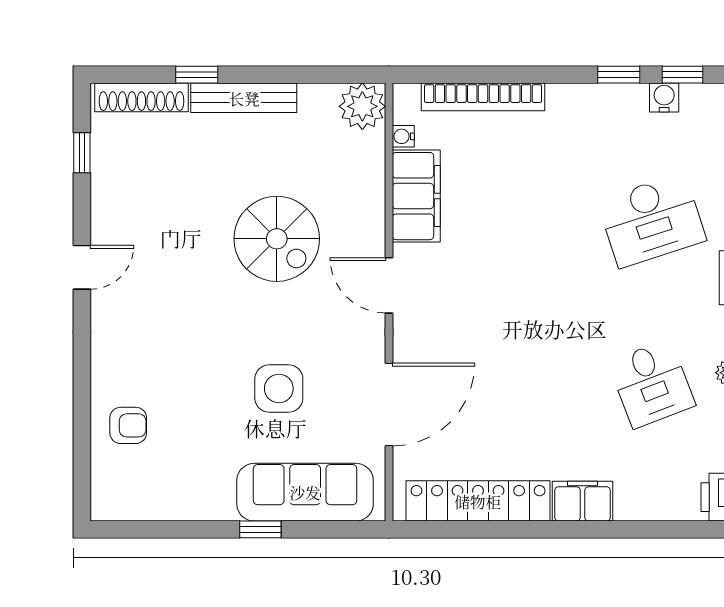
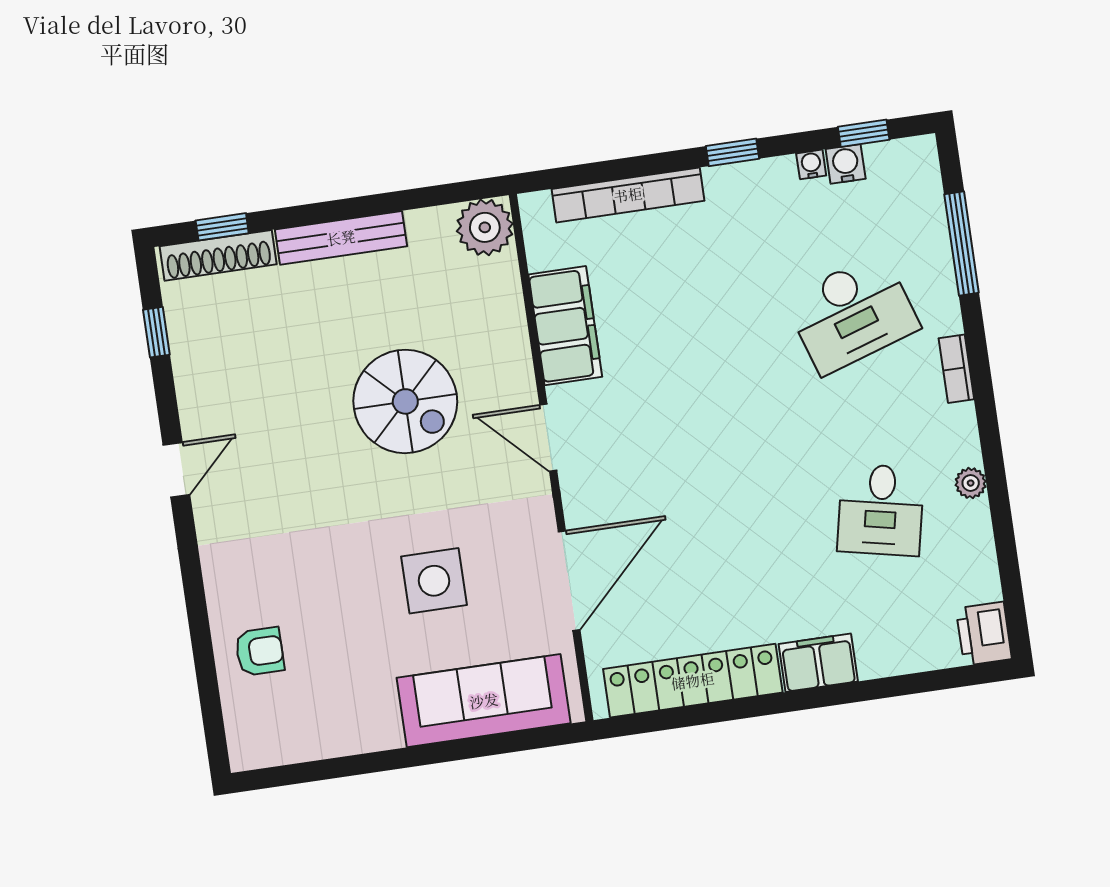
window: (197, 75) -> (222, 227), moved
window: (619, 75) -> (732, 152), moved
water cooler: (403, 136) -> (811, 164), moved, turned 90
desk: (652, 384) -> (881, 510), turned 33
window: (260, 529) -> (436, 753), removed

